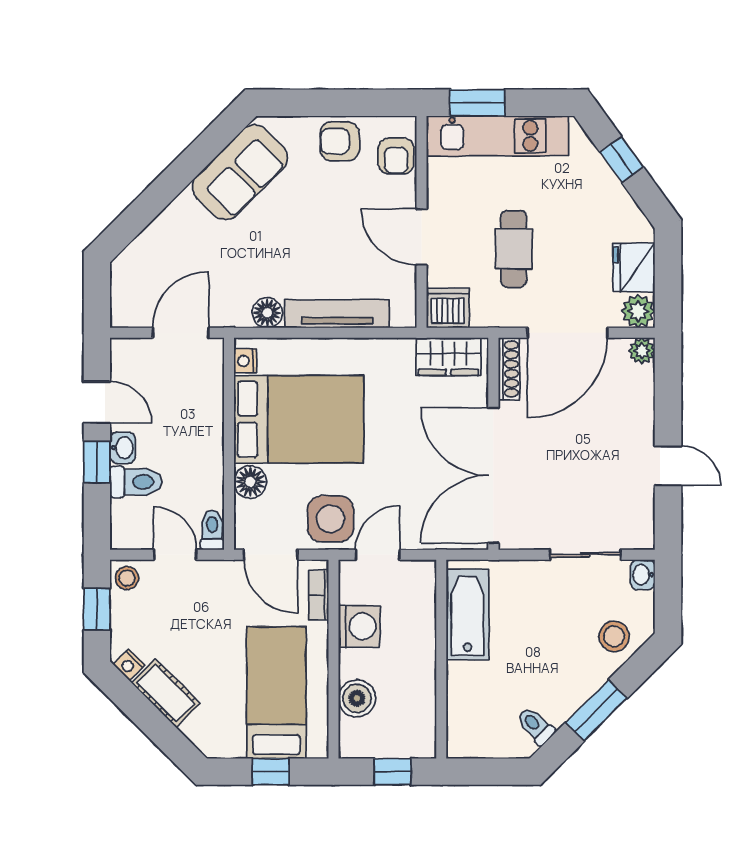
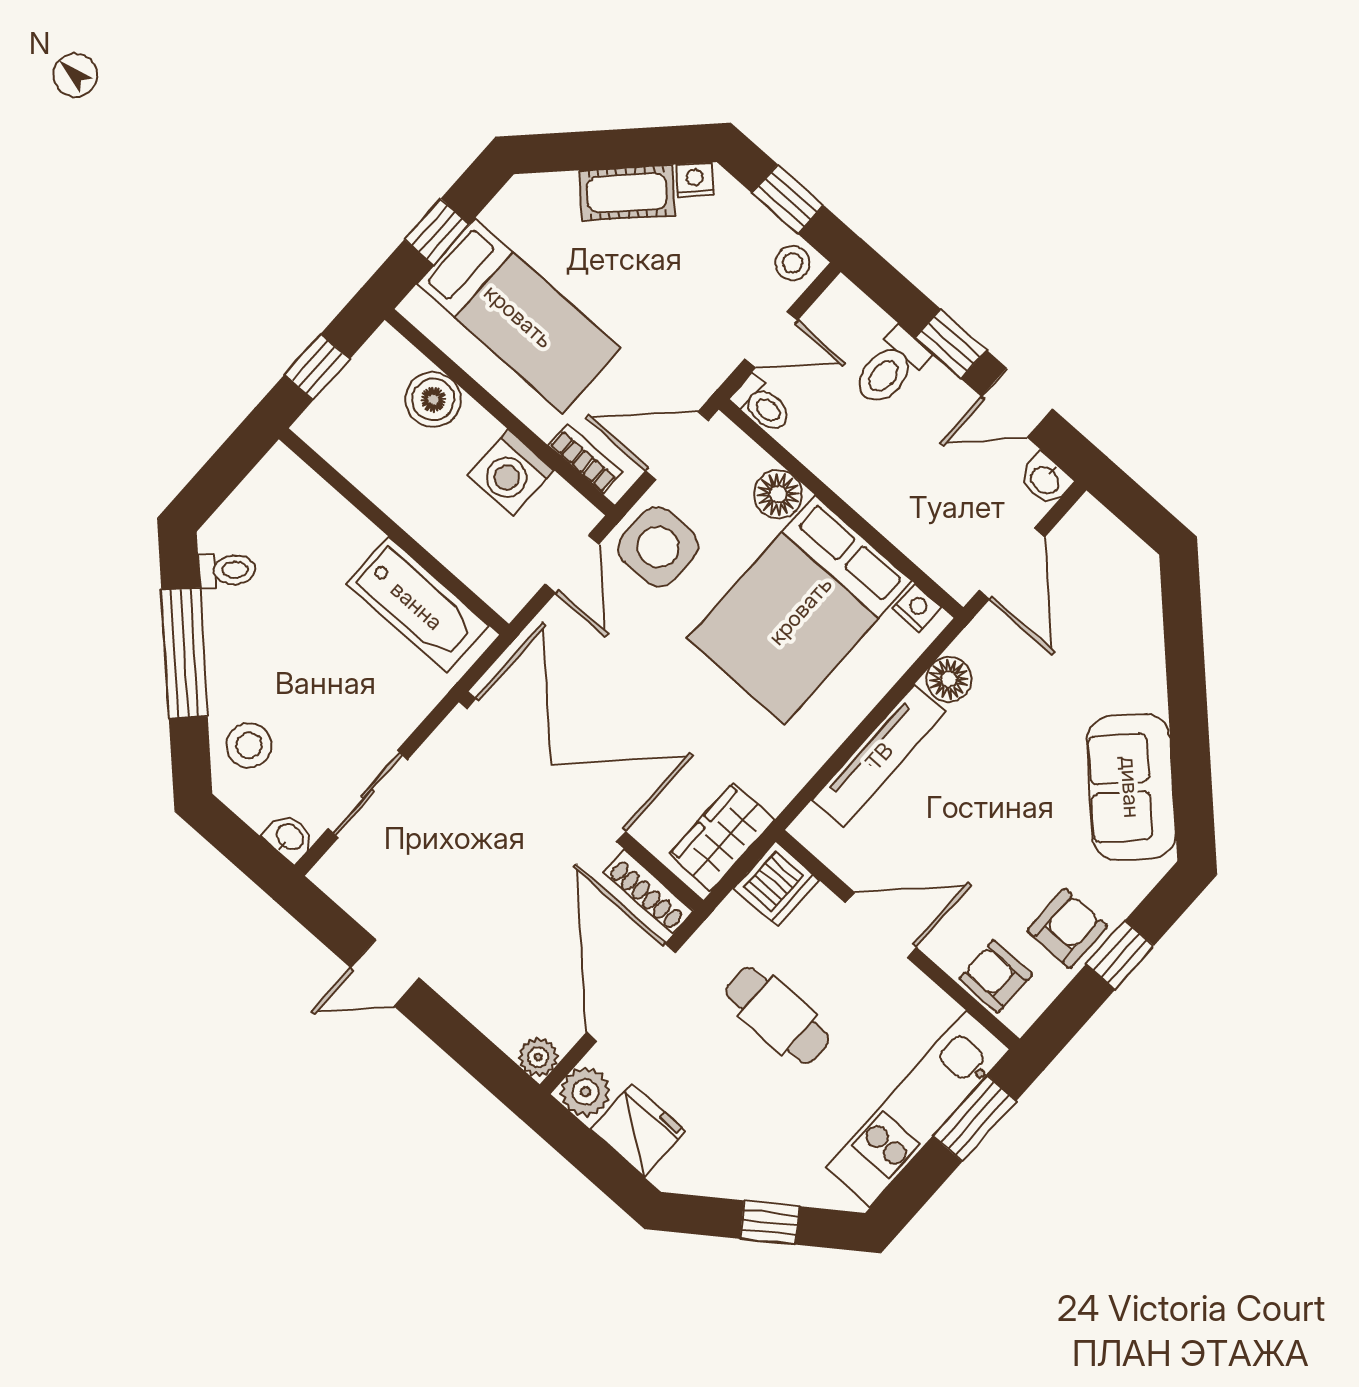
window: (330, 103) -> (1120, 955), added
washbasin: (123, 448) -> (1046, 479), moved
window: (596, 710) -> (184, 653), width x1.44

